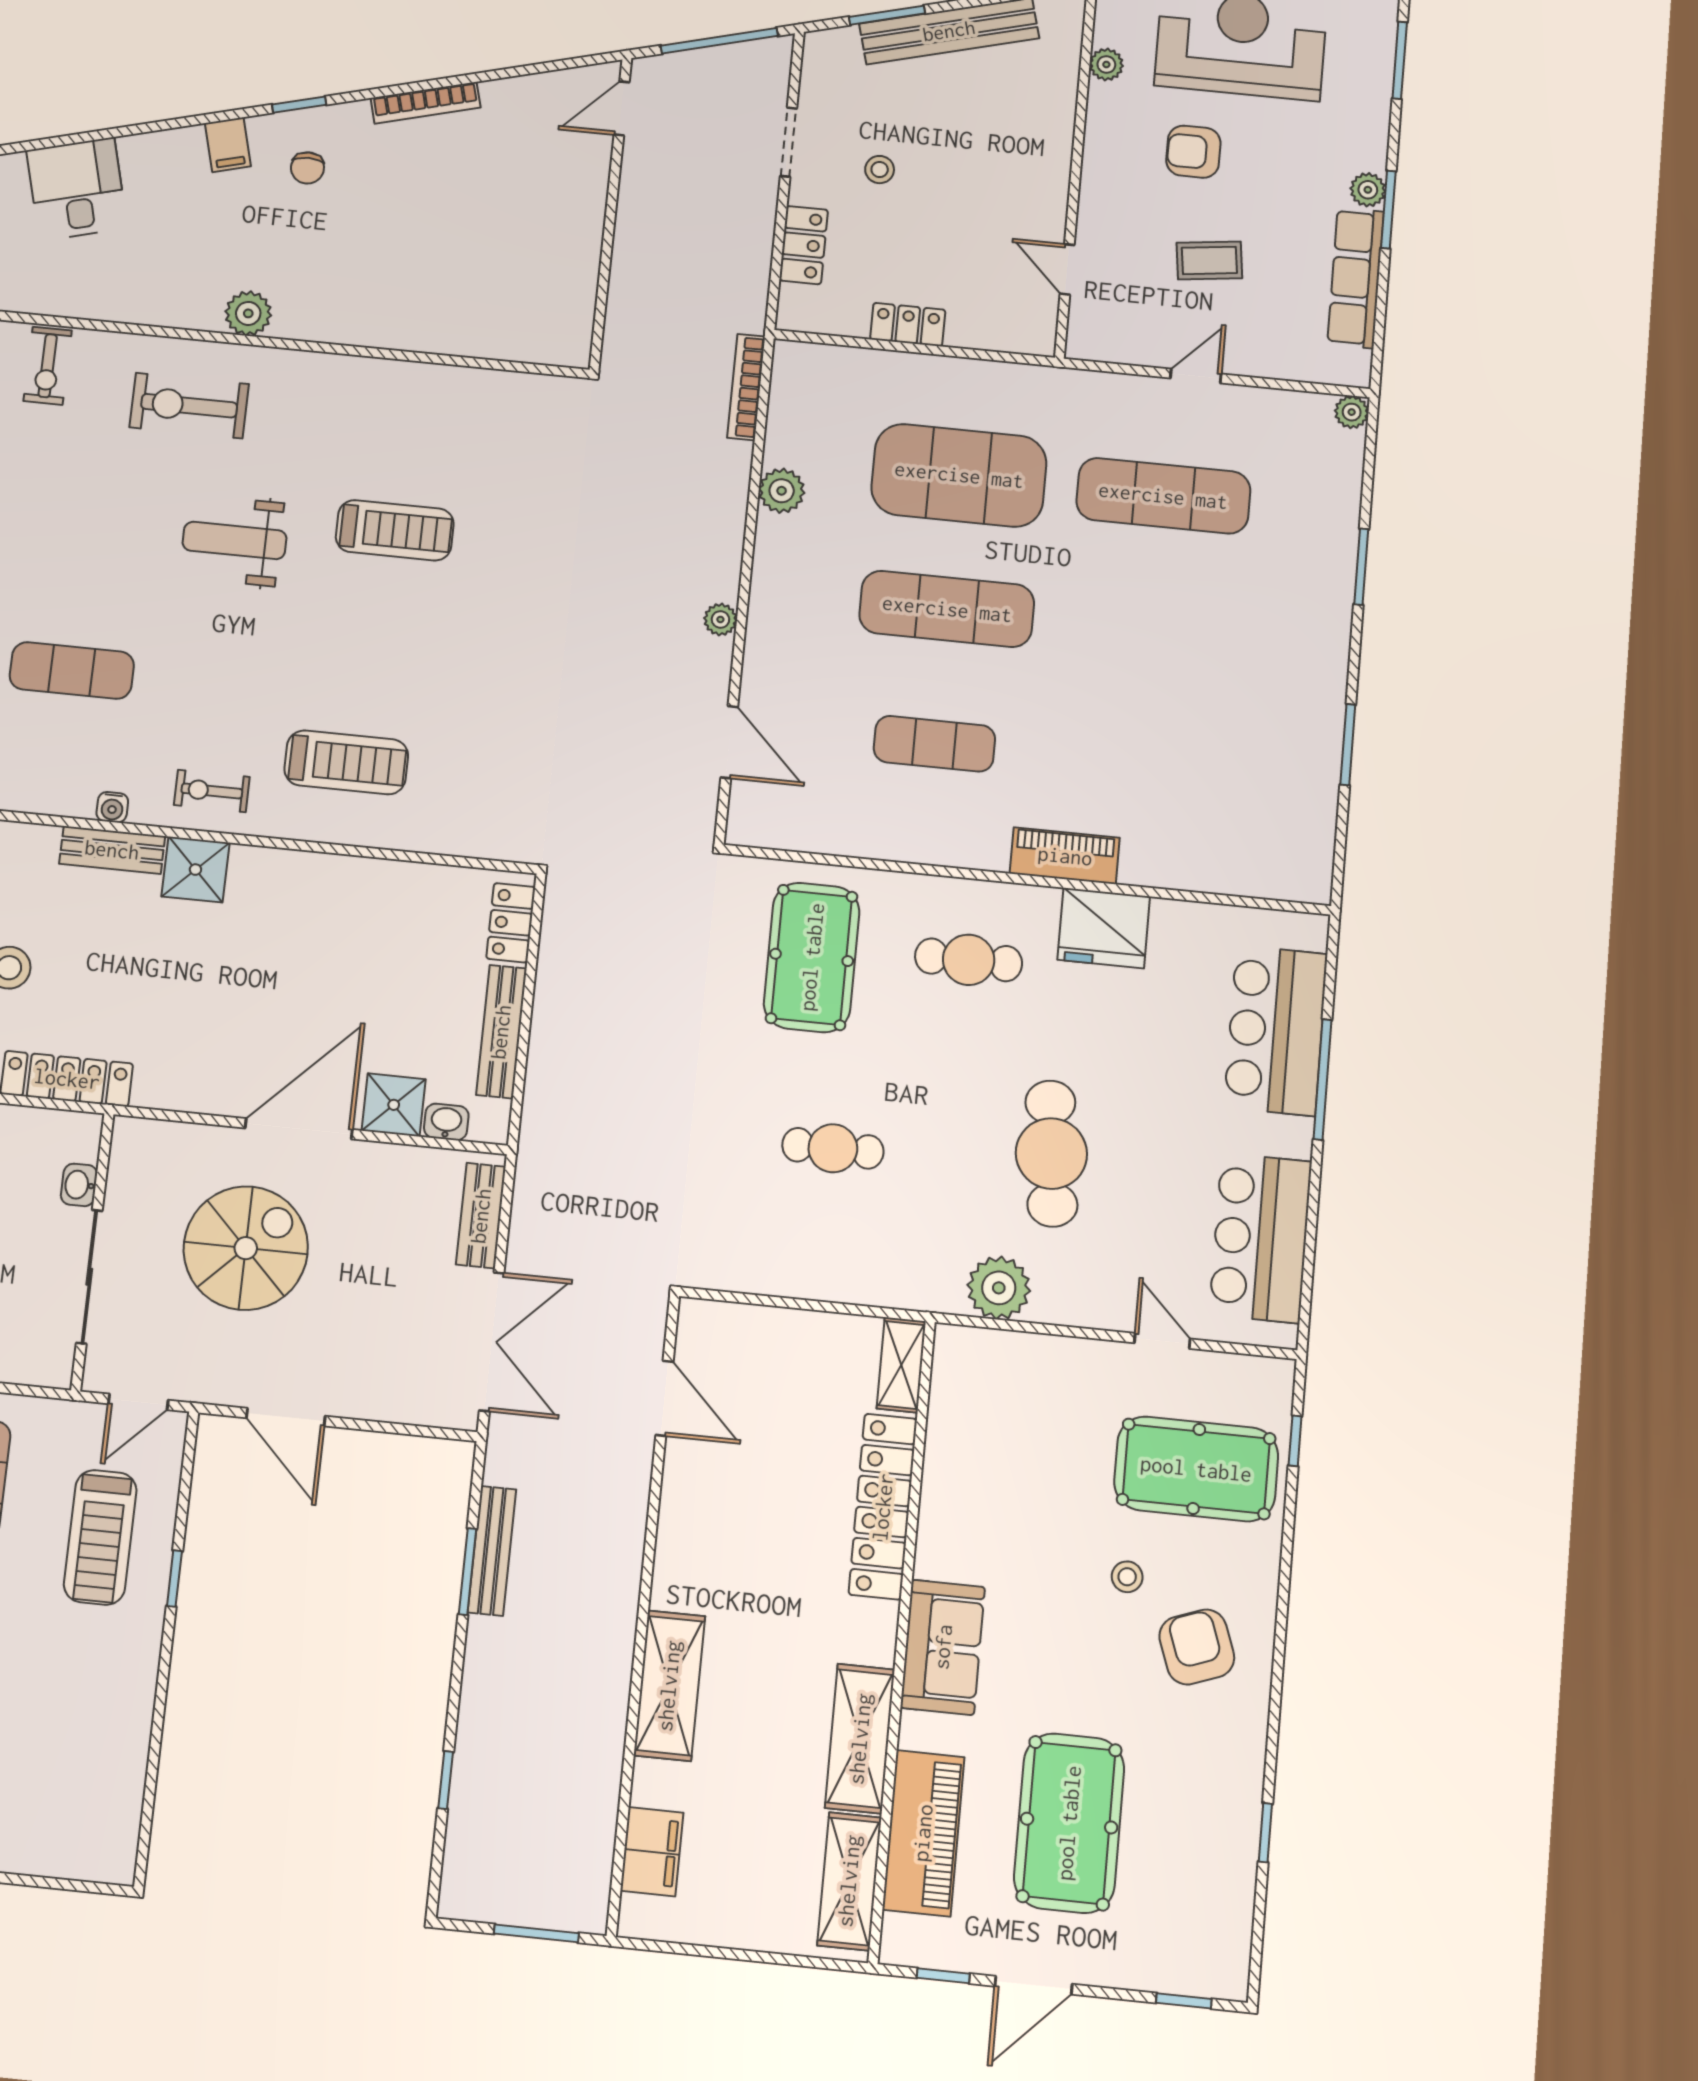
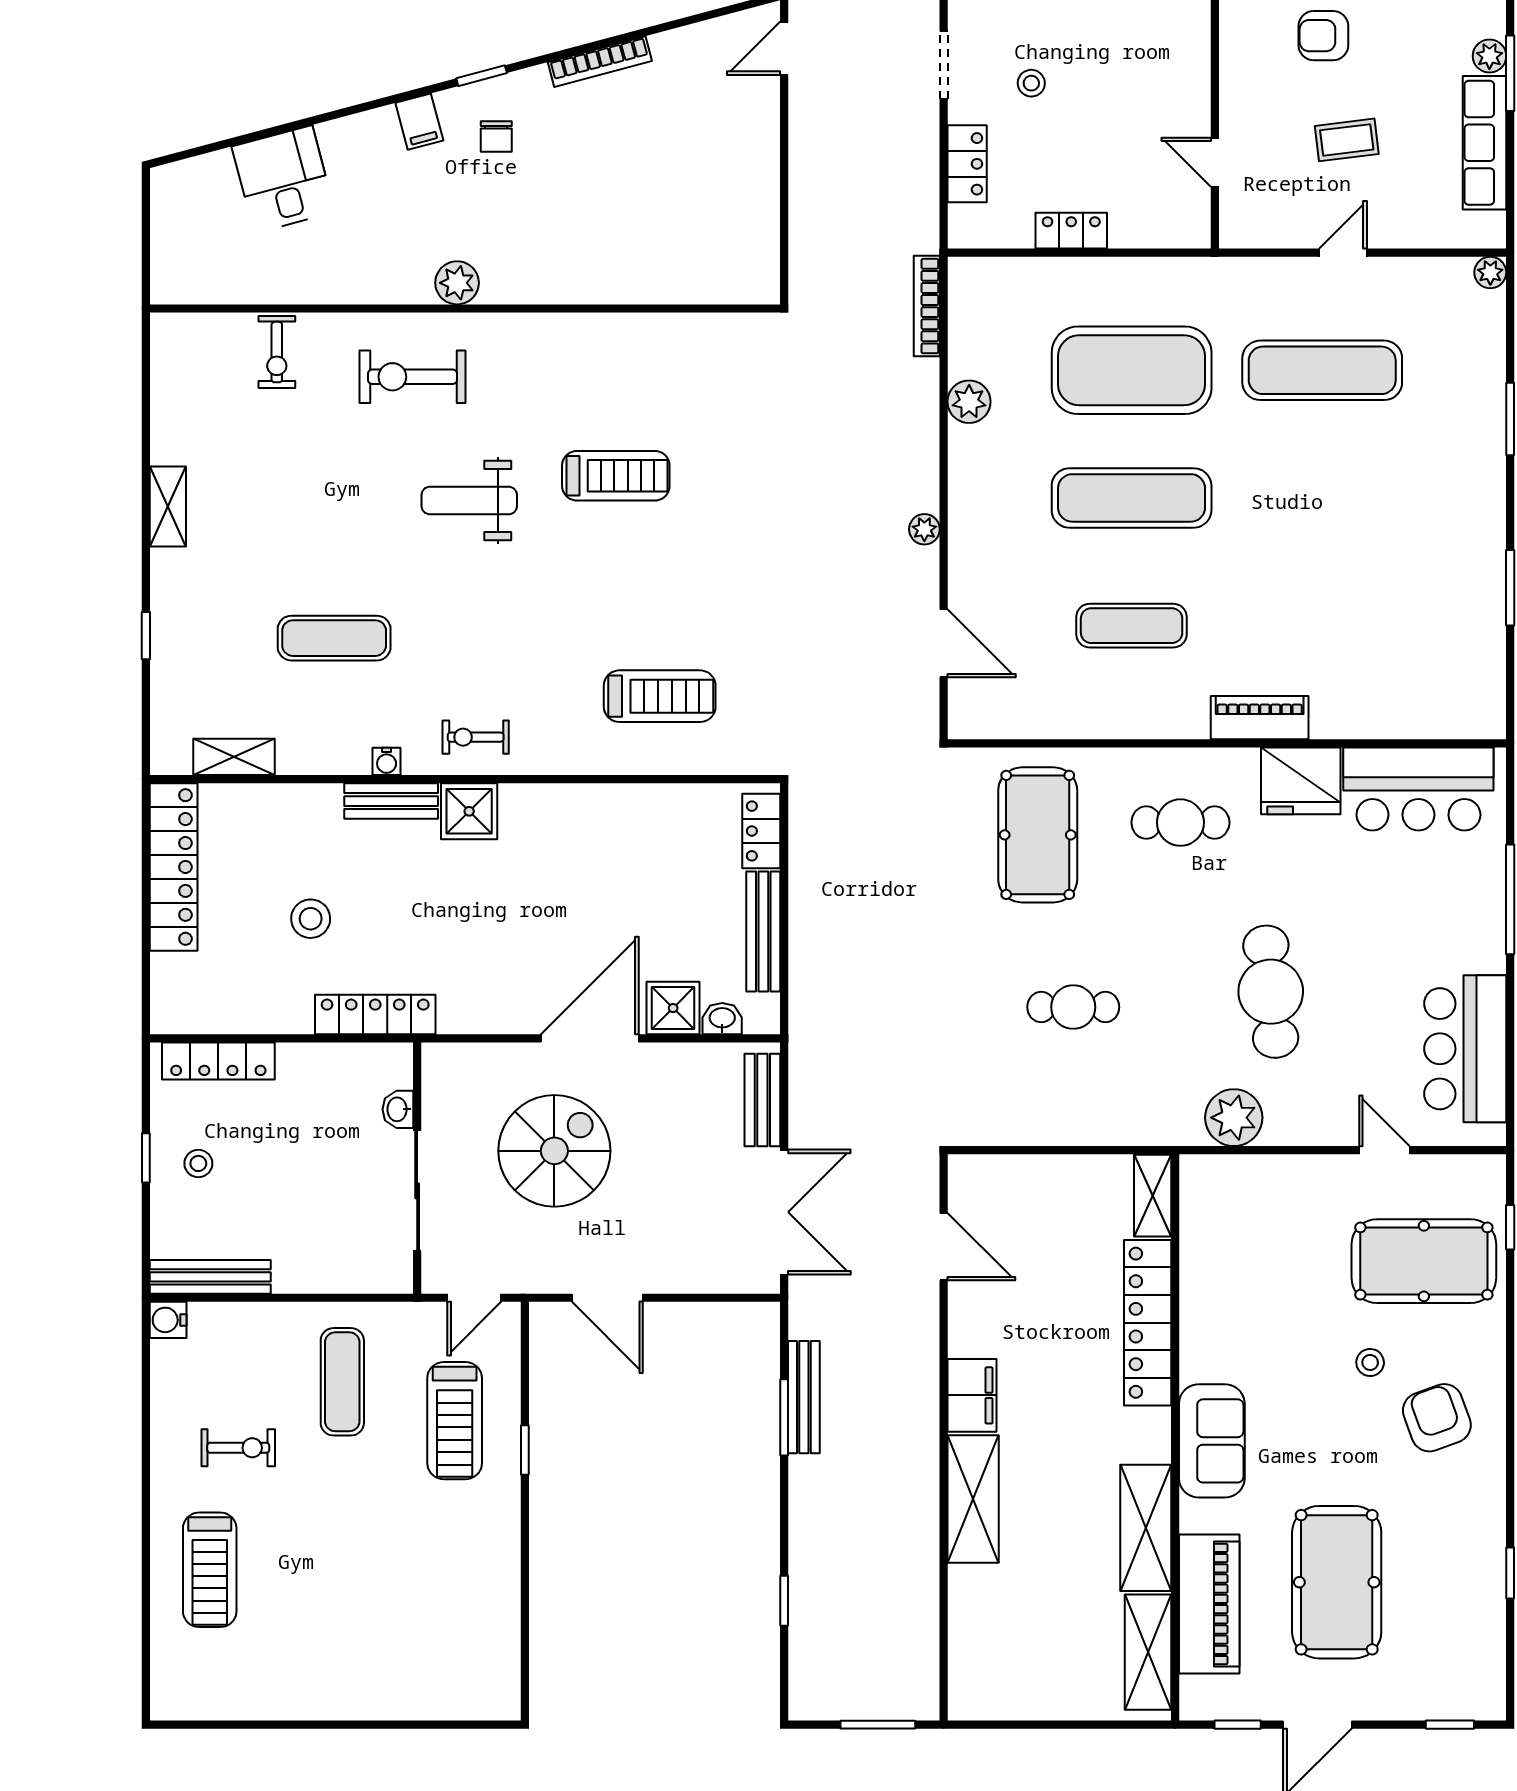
treadmill: (346, 762) -> (660, 696), moved
bar counter: (1276, 1030) -> (1418, 789), moved, turned -90
filing cabinet: (652, 1852) -> (972, 1395), moved

